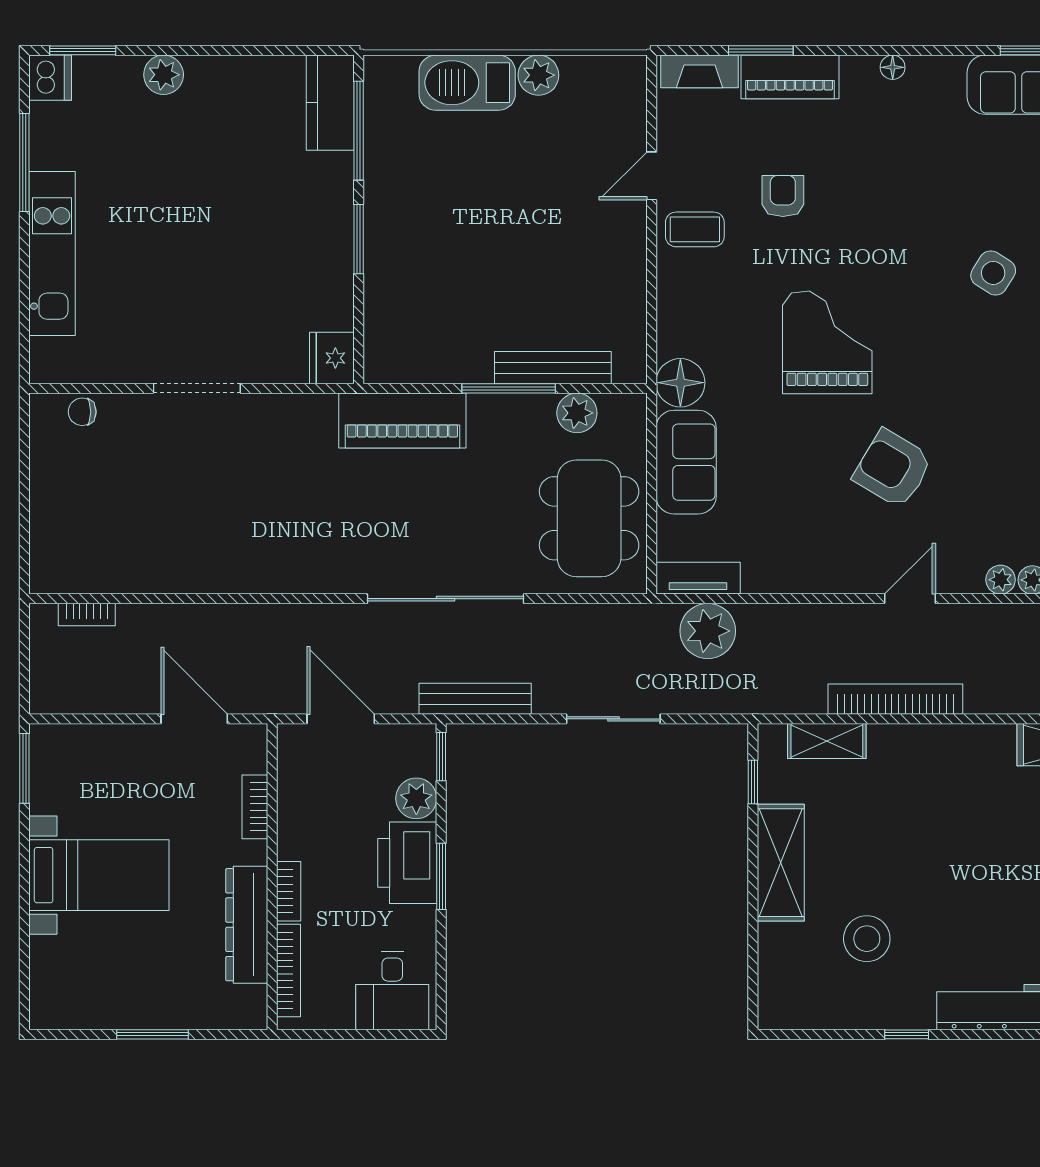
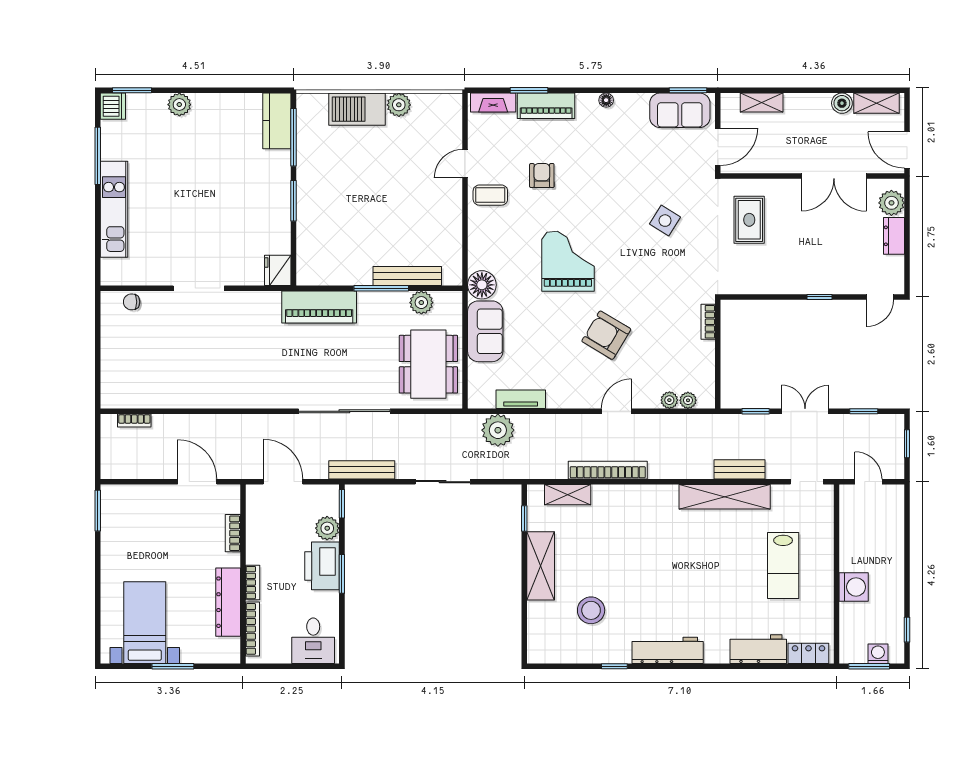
tv unit: (698, 578) -> (521, 399), moved
bed with nightstands: (99, 875) -> (145, 623), moved, turned -90

